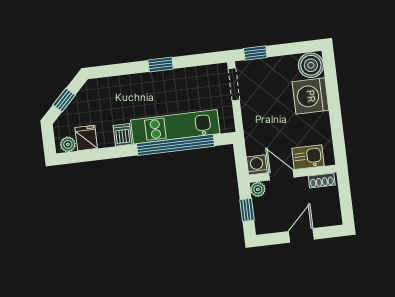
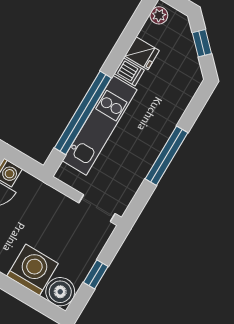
window: (255, 53) -> (96, 274), moved
window: (161, 64) -> (166, 156), width x2.17
fridge: (86, 138) -> (142, 53), moved

